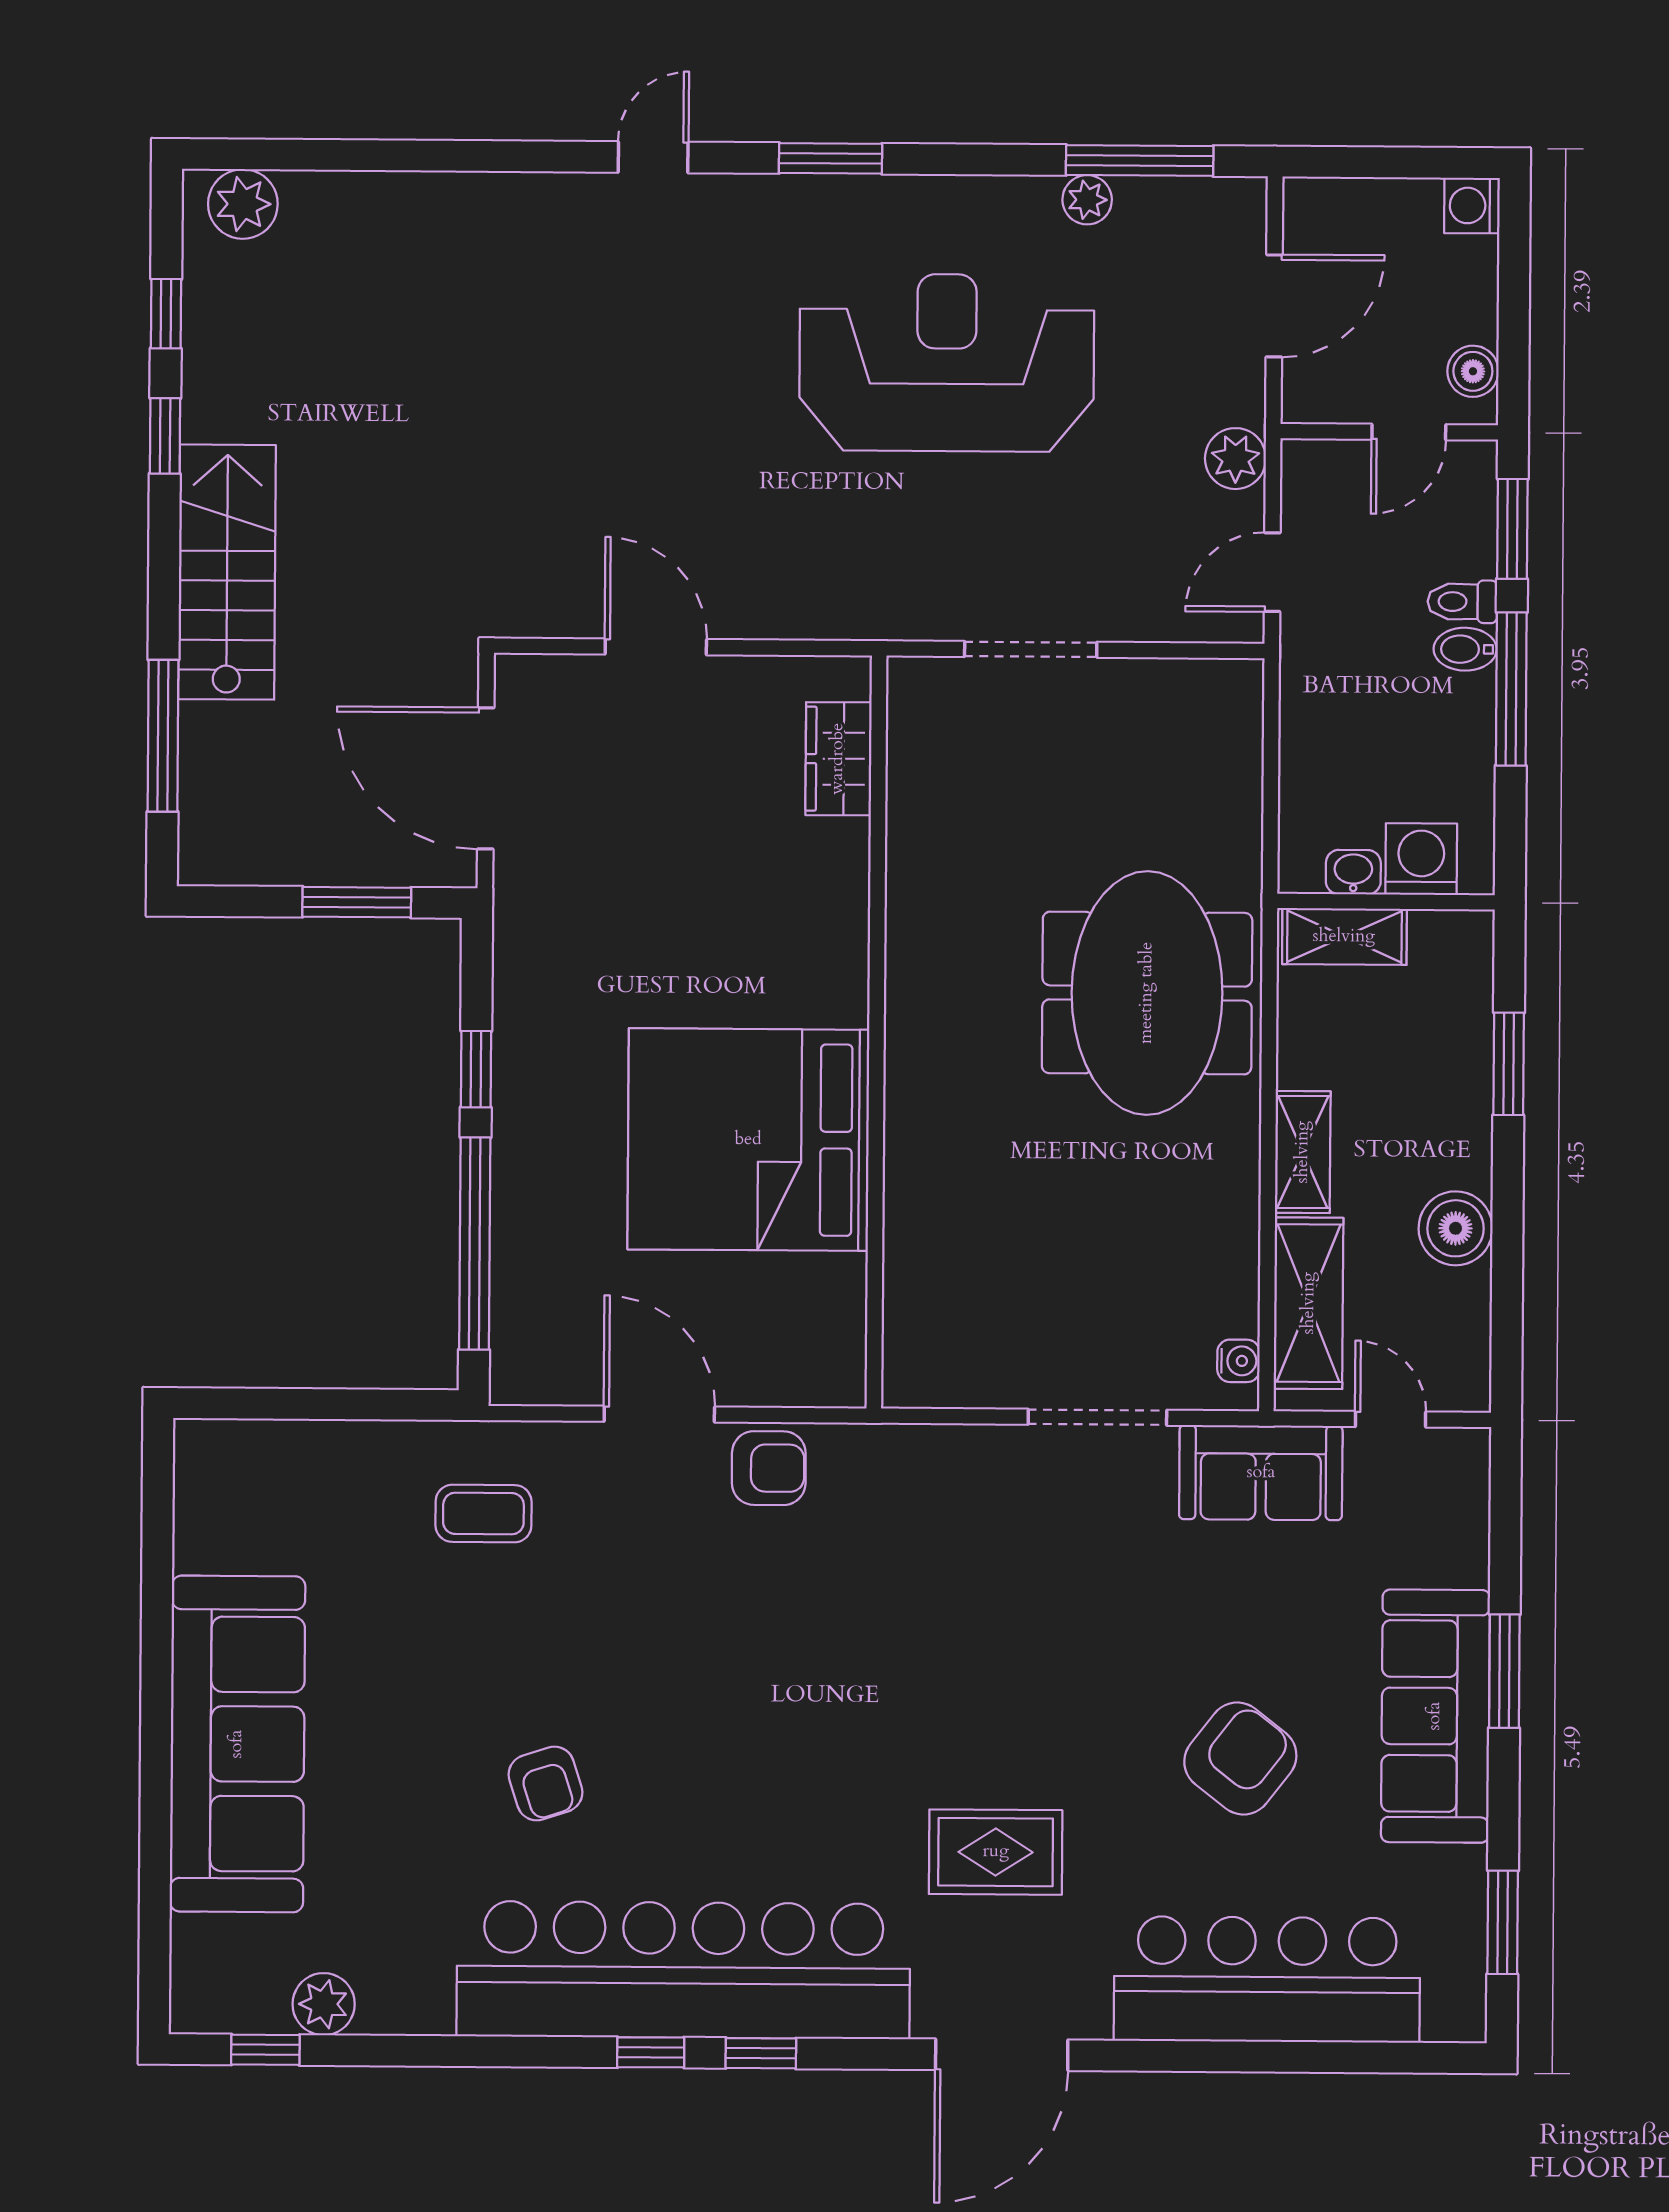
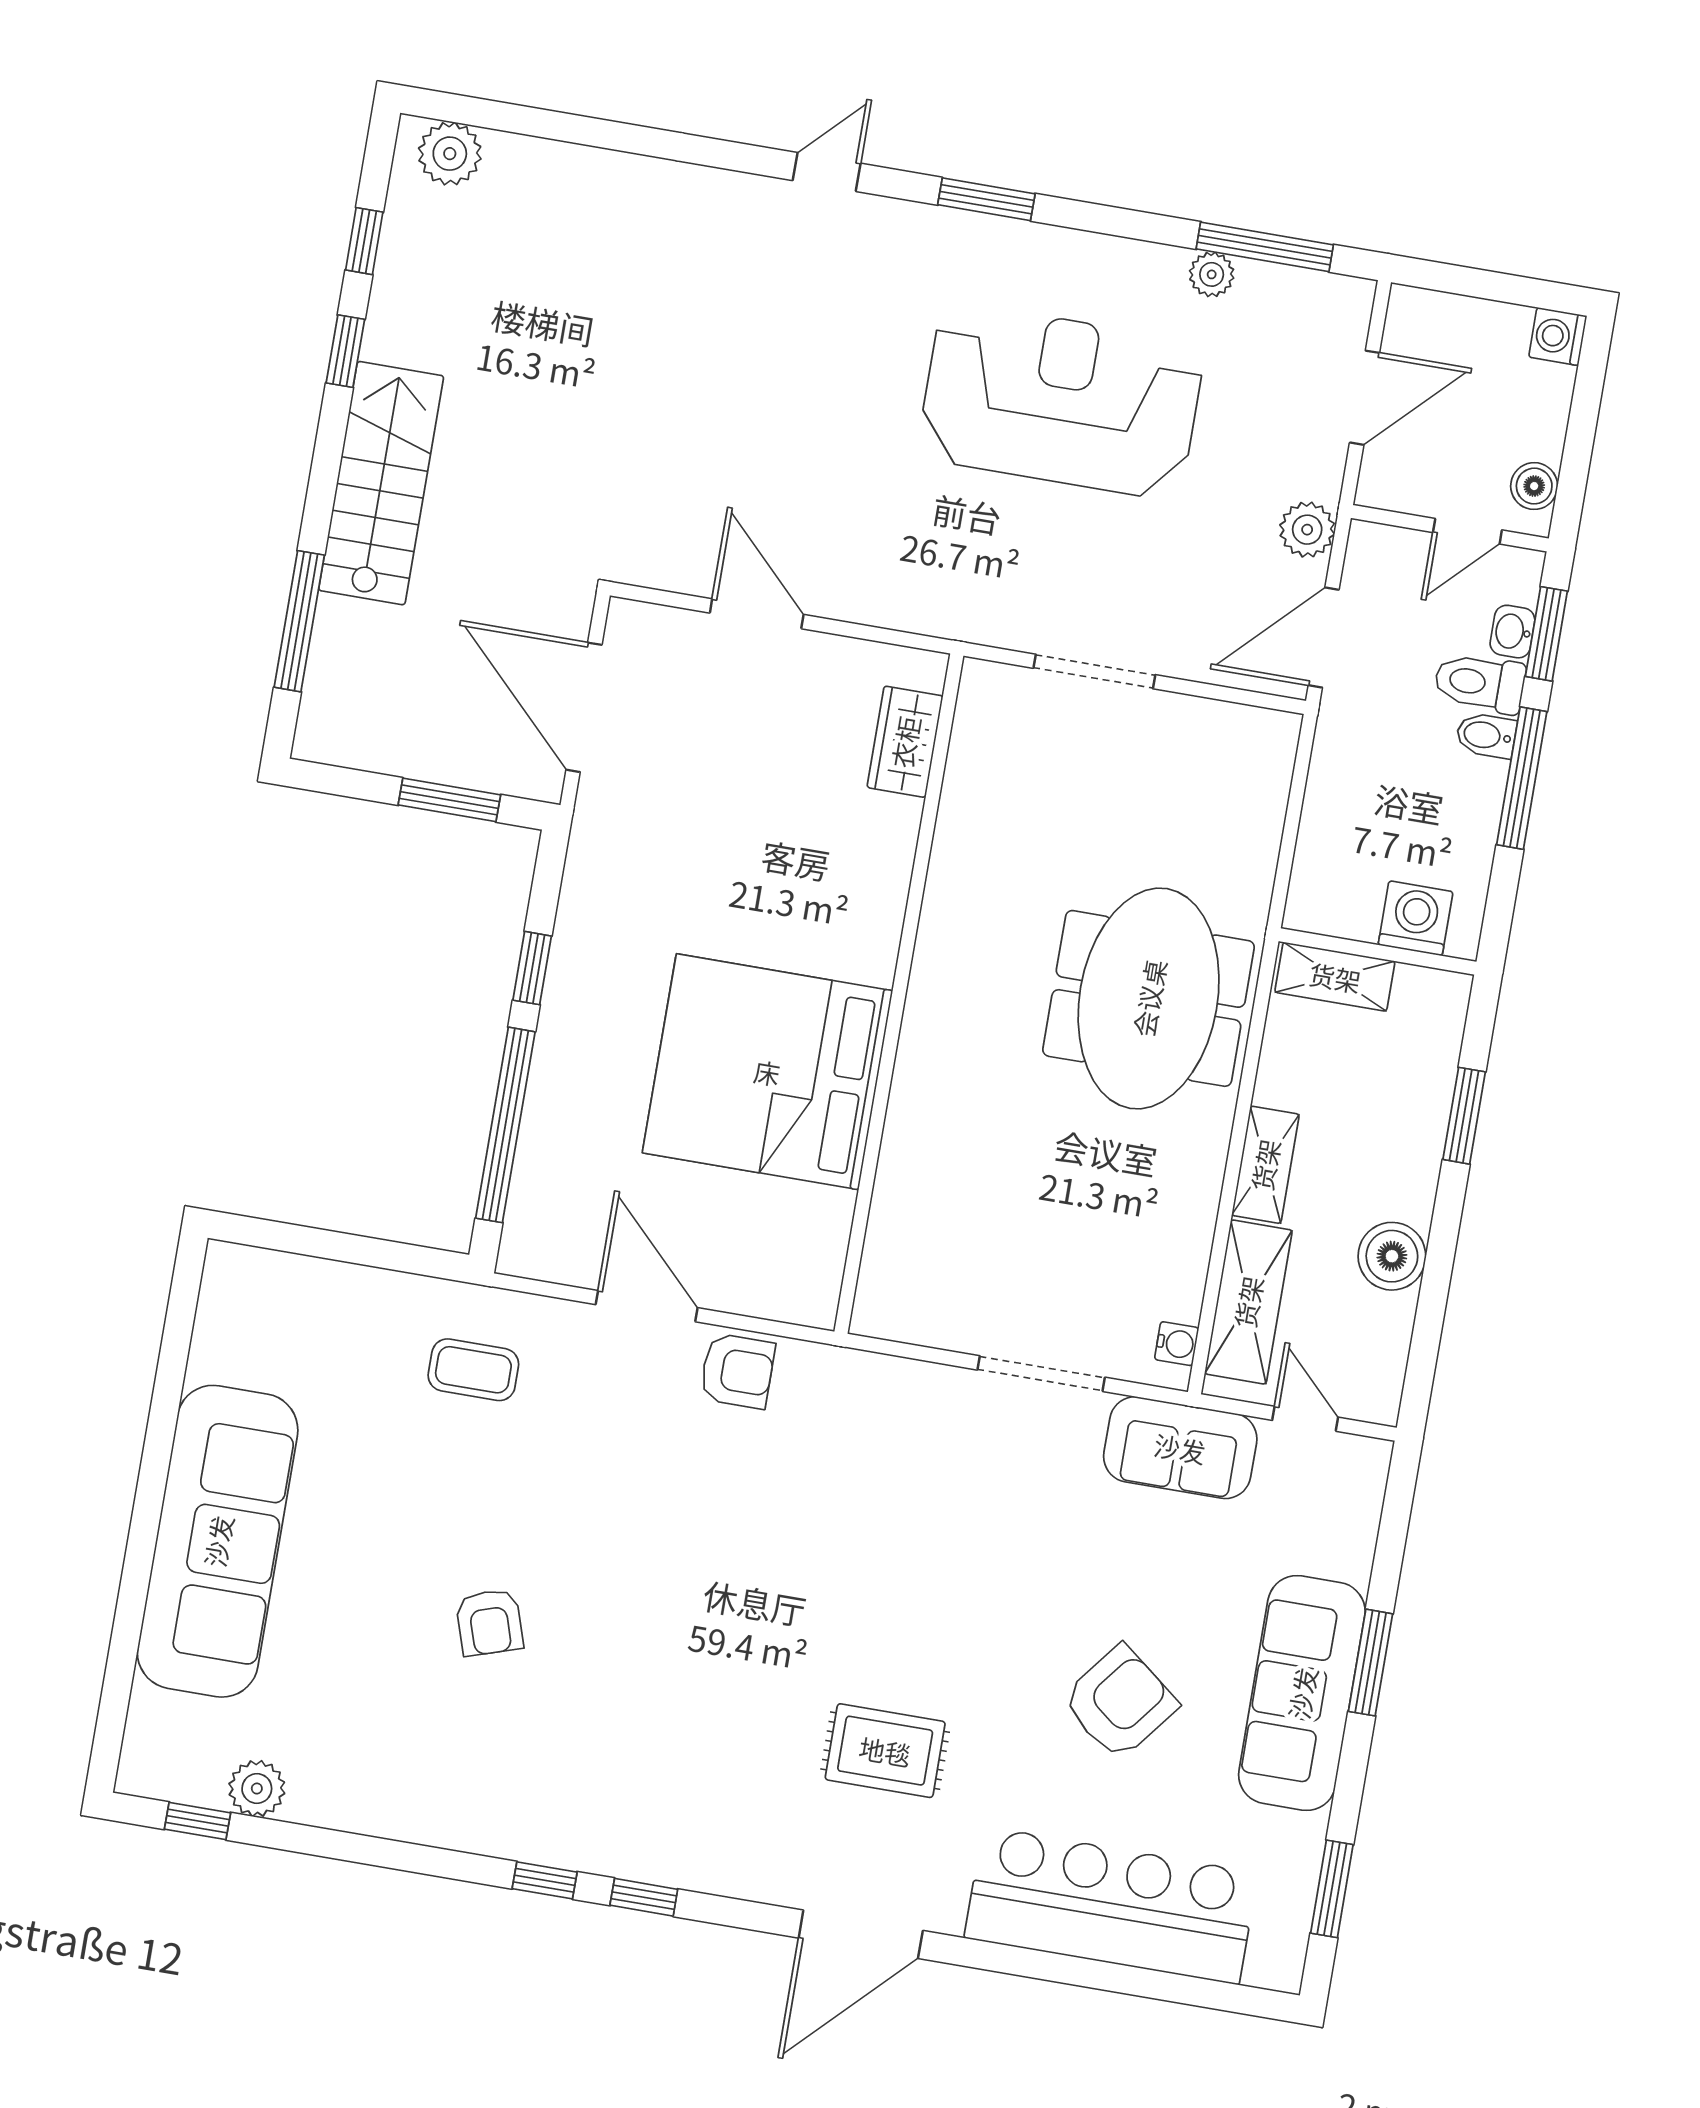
door: (1272, 572) -> (1324, 637), width x1.37
toilet: (1462, 602) -> (1480, 683), width x1.37, depth x1.39
washbasin: (1353, 872) -> (1512, 632), moved, turned -90
bar counter: (683, 1970) -> (586, 1811), removed

